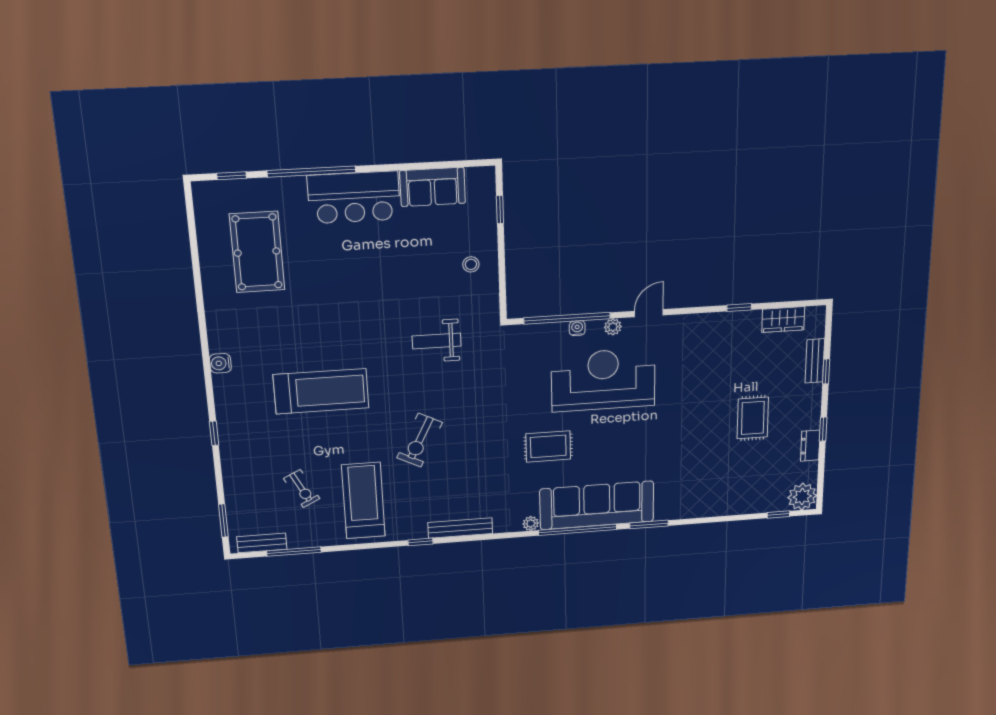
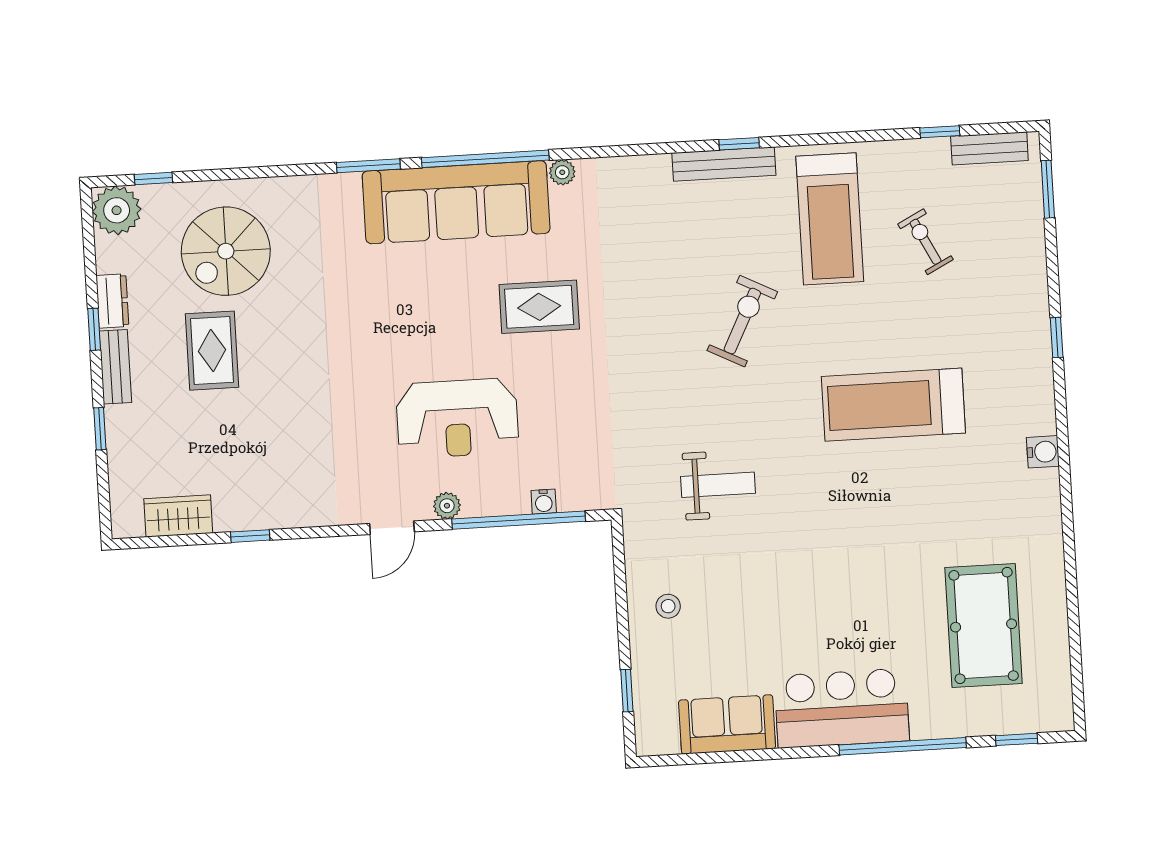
water cooler: (577, 328) -> (544, 502), moved
bench: (815, 361) -> (115, 367), moved
reception desk: (603, 380) -> (457, 418), width x0.74, depth x0.77
spiral stairs: (739, 475) -> (226, 251), added
bench: (460, 528) -> (724, 164), moved
window: (294, 552) -> (940, 132), width x0.46

